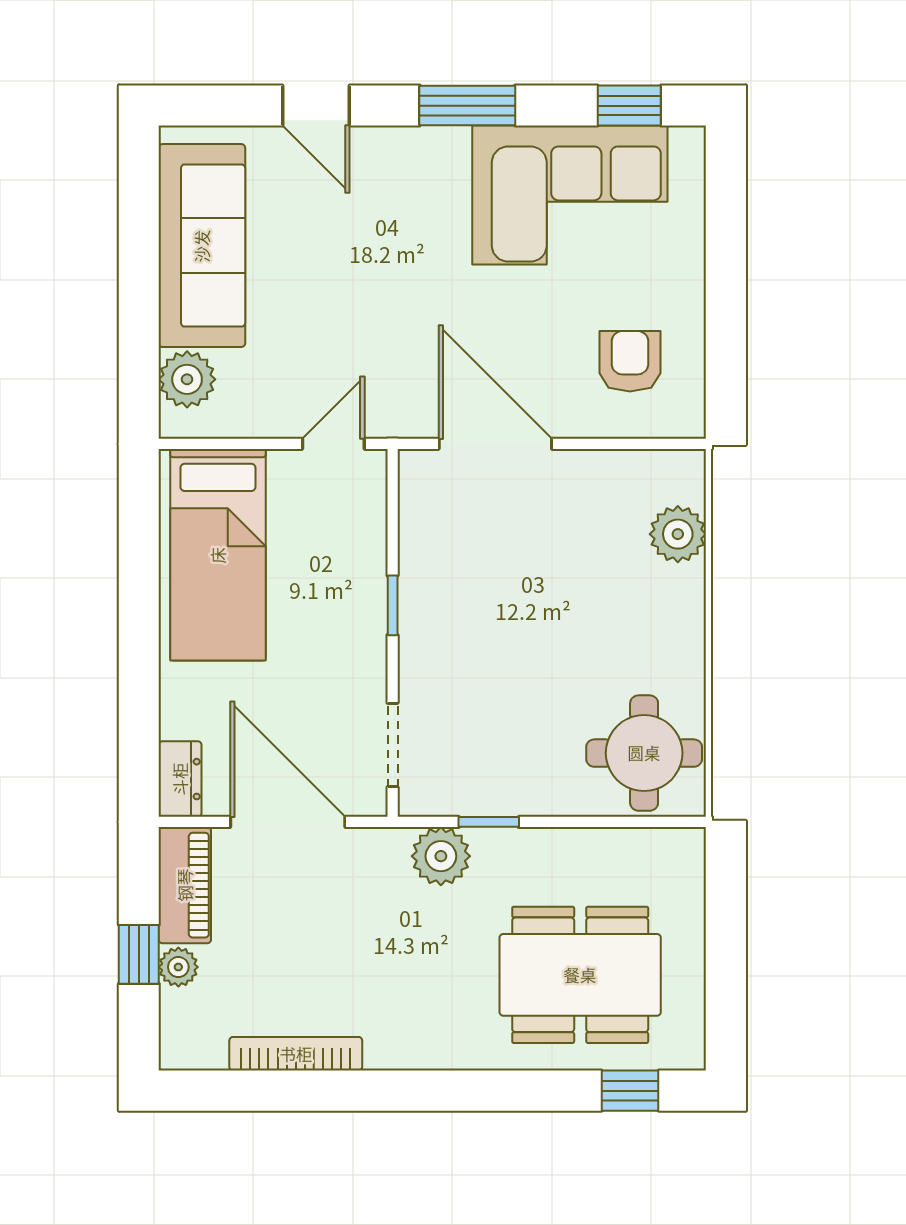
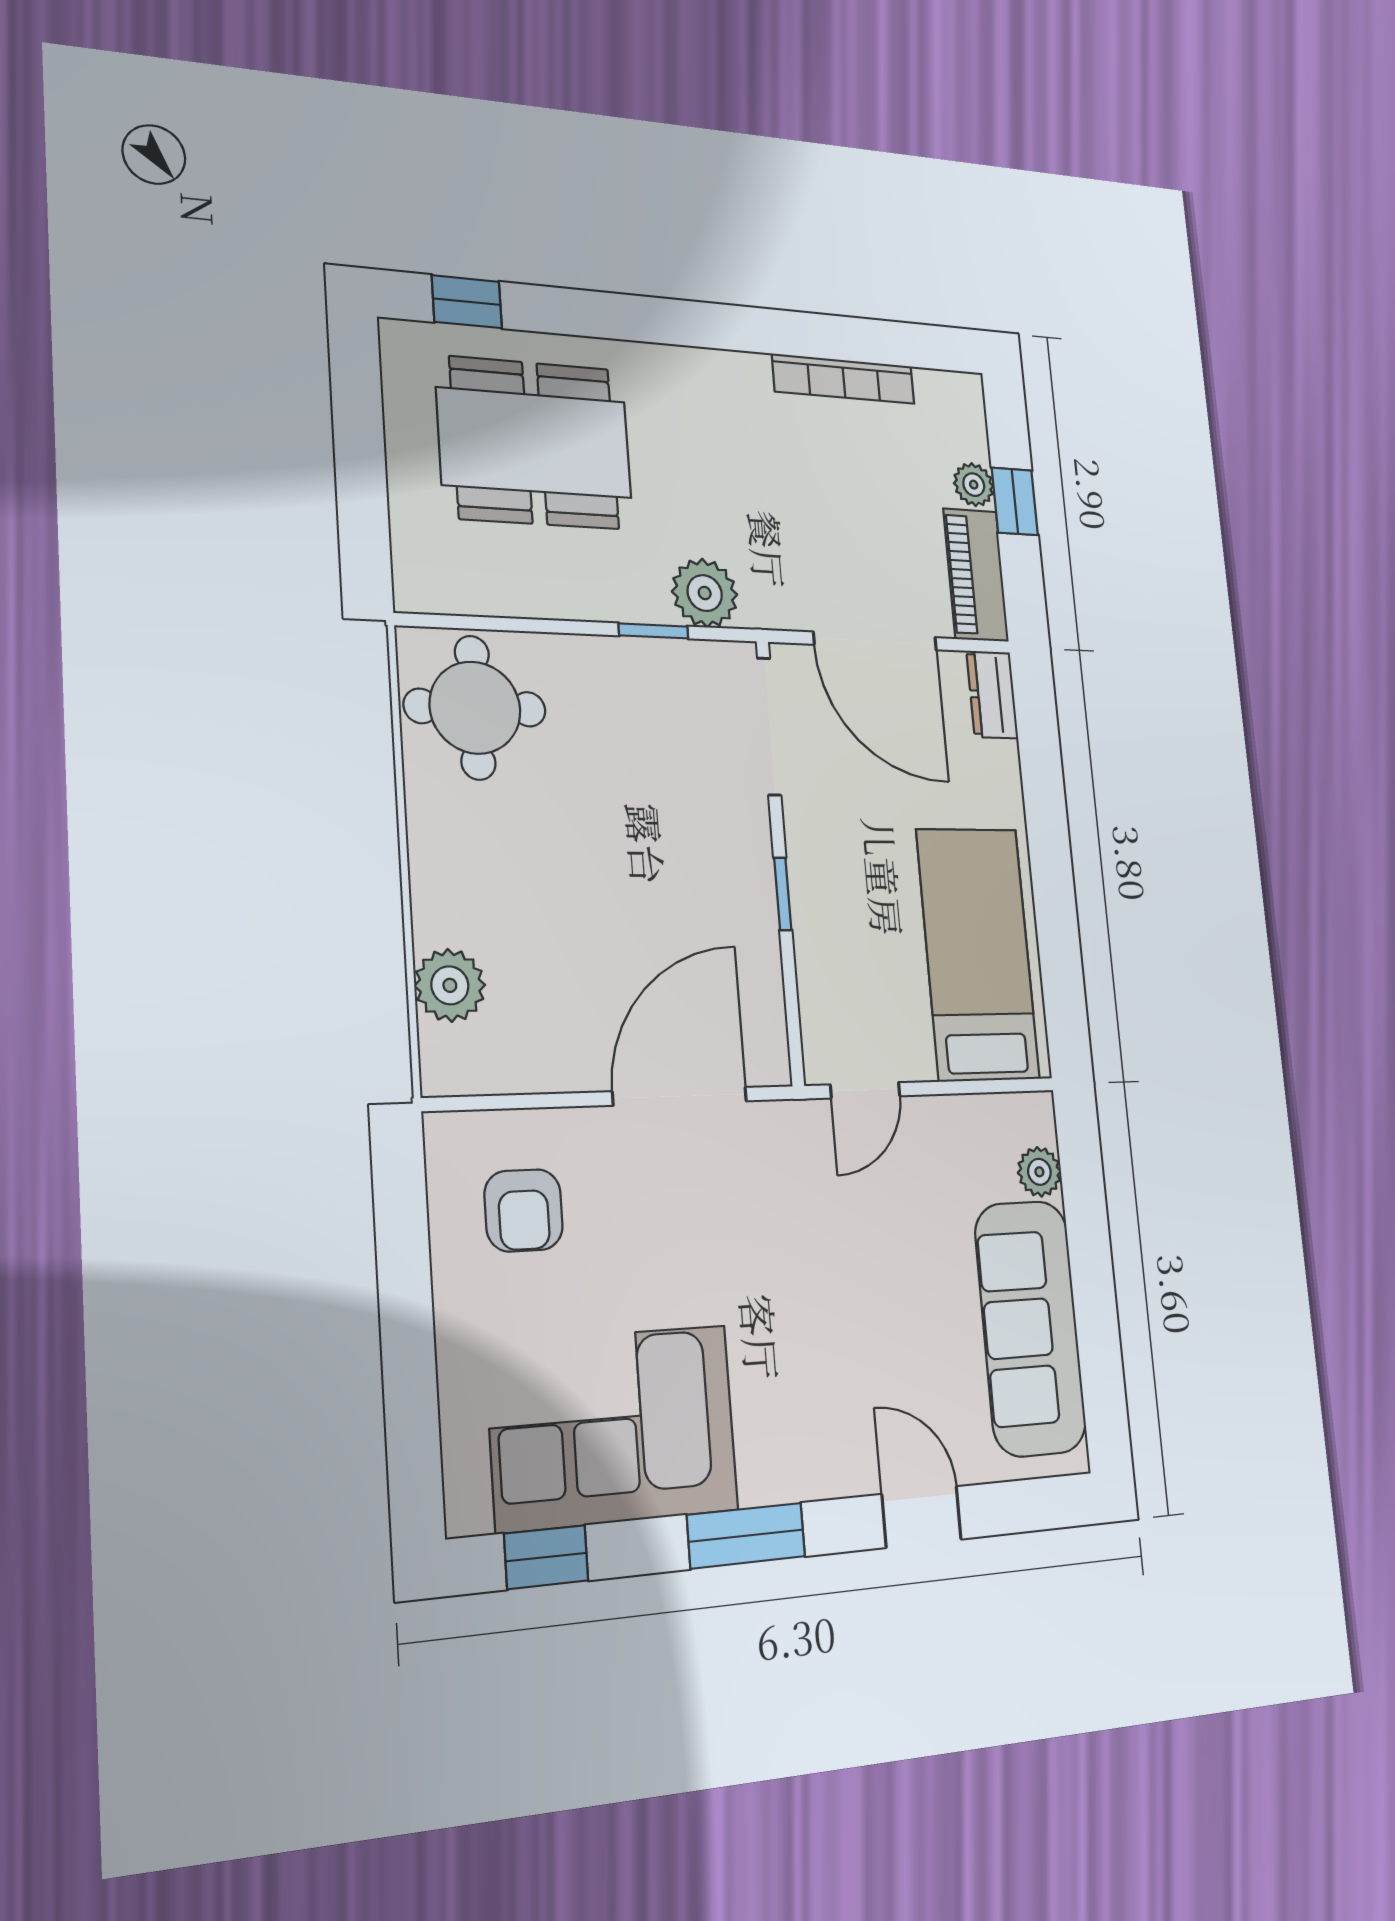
plant: (187, 379) -> (1039, 1172), width x0.73, depth x0.73
door: (495, 444) -> (680, 1096), swing flipped
doorway: (393, 745) -> (769, 726), width x1.38

